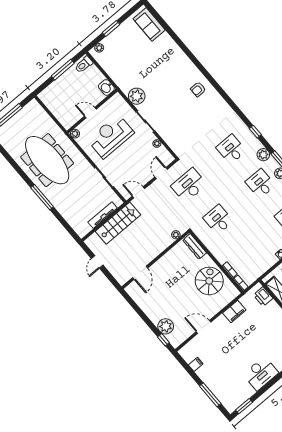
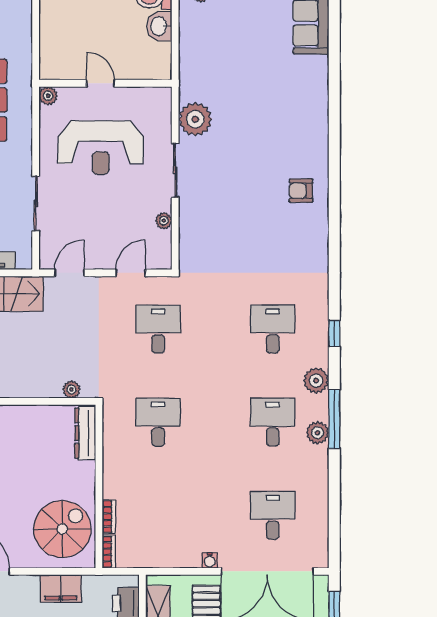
washbasin: (106, 87) -> (159, 26), moved
reception desk: (111, 136) -> (101, 148), turned 180
desk: (189, 185) -> (158, 329), width x0.73
door: (138, 192) -> (69, 273), hinge flipped
spiral stairs: (209, 281) -> (62, 529), moved

